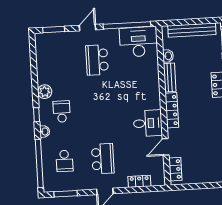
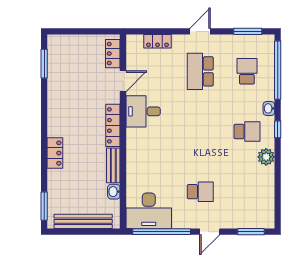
school desk: (97, 60) -> (200, 192), width x0.54
school desk: (62, 112) -> (247, 131), turned -90

